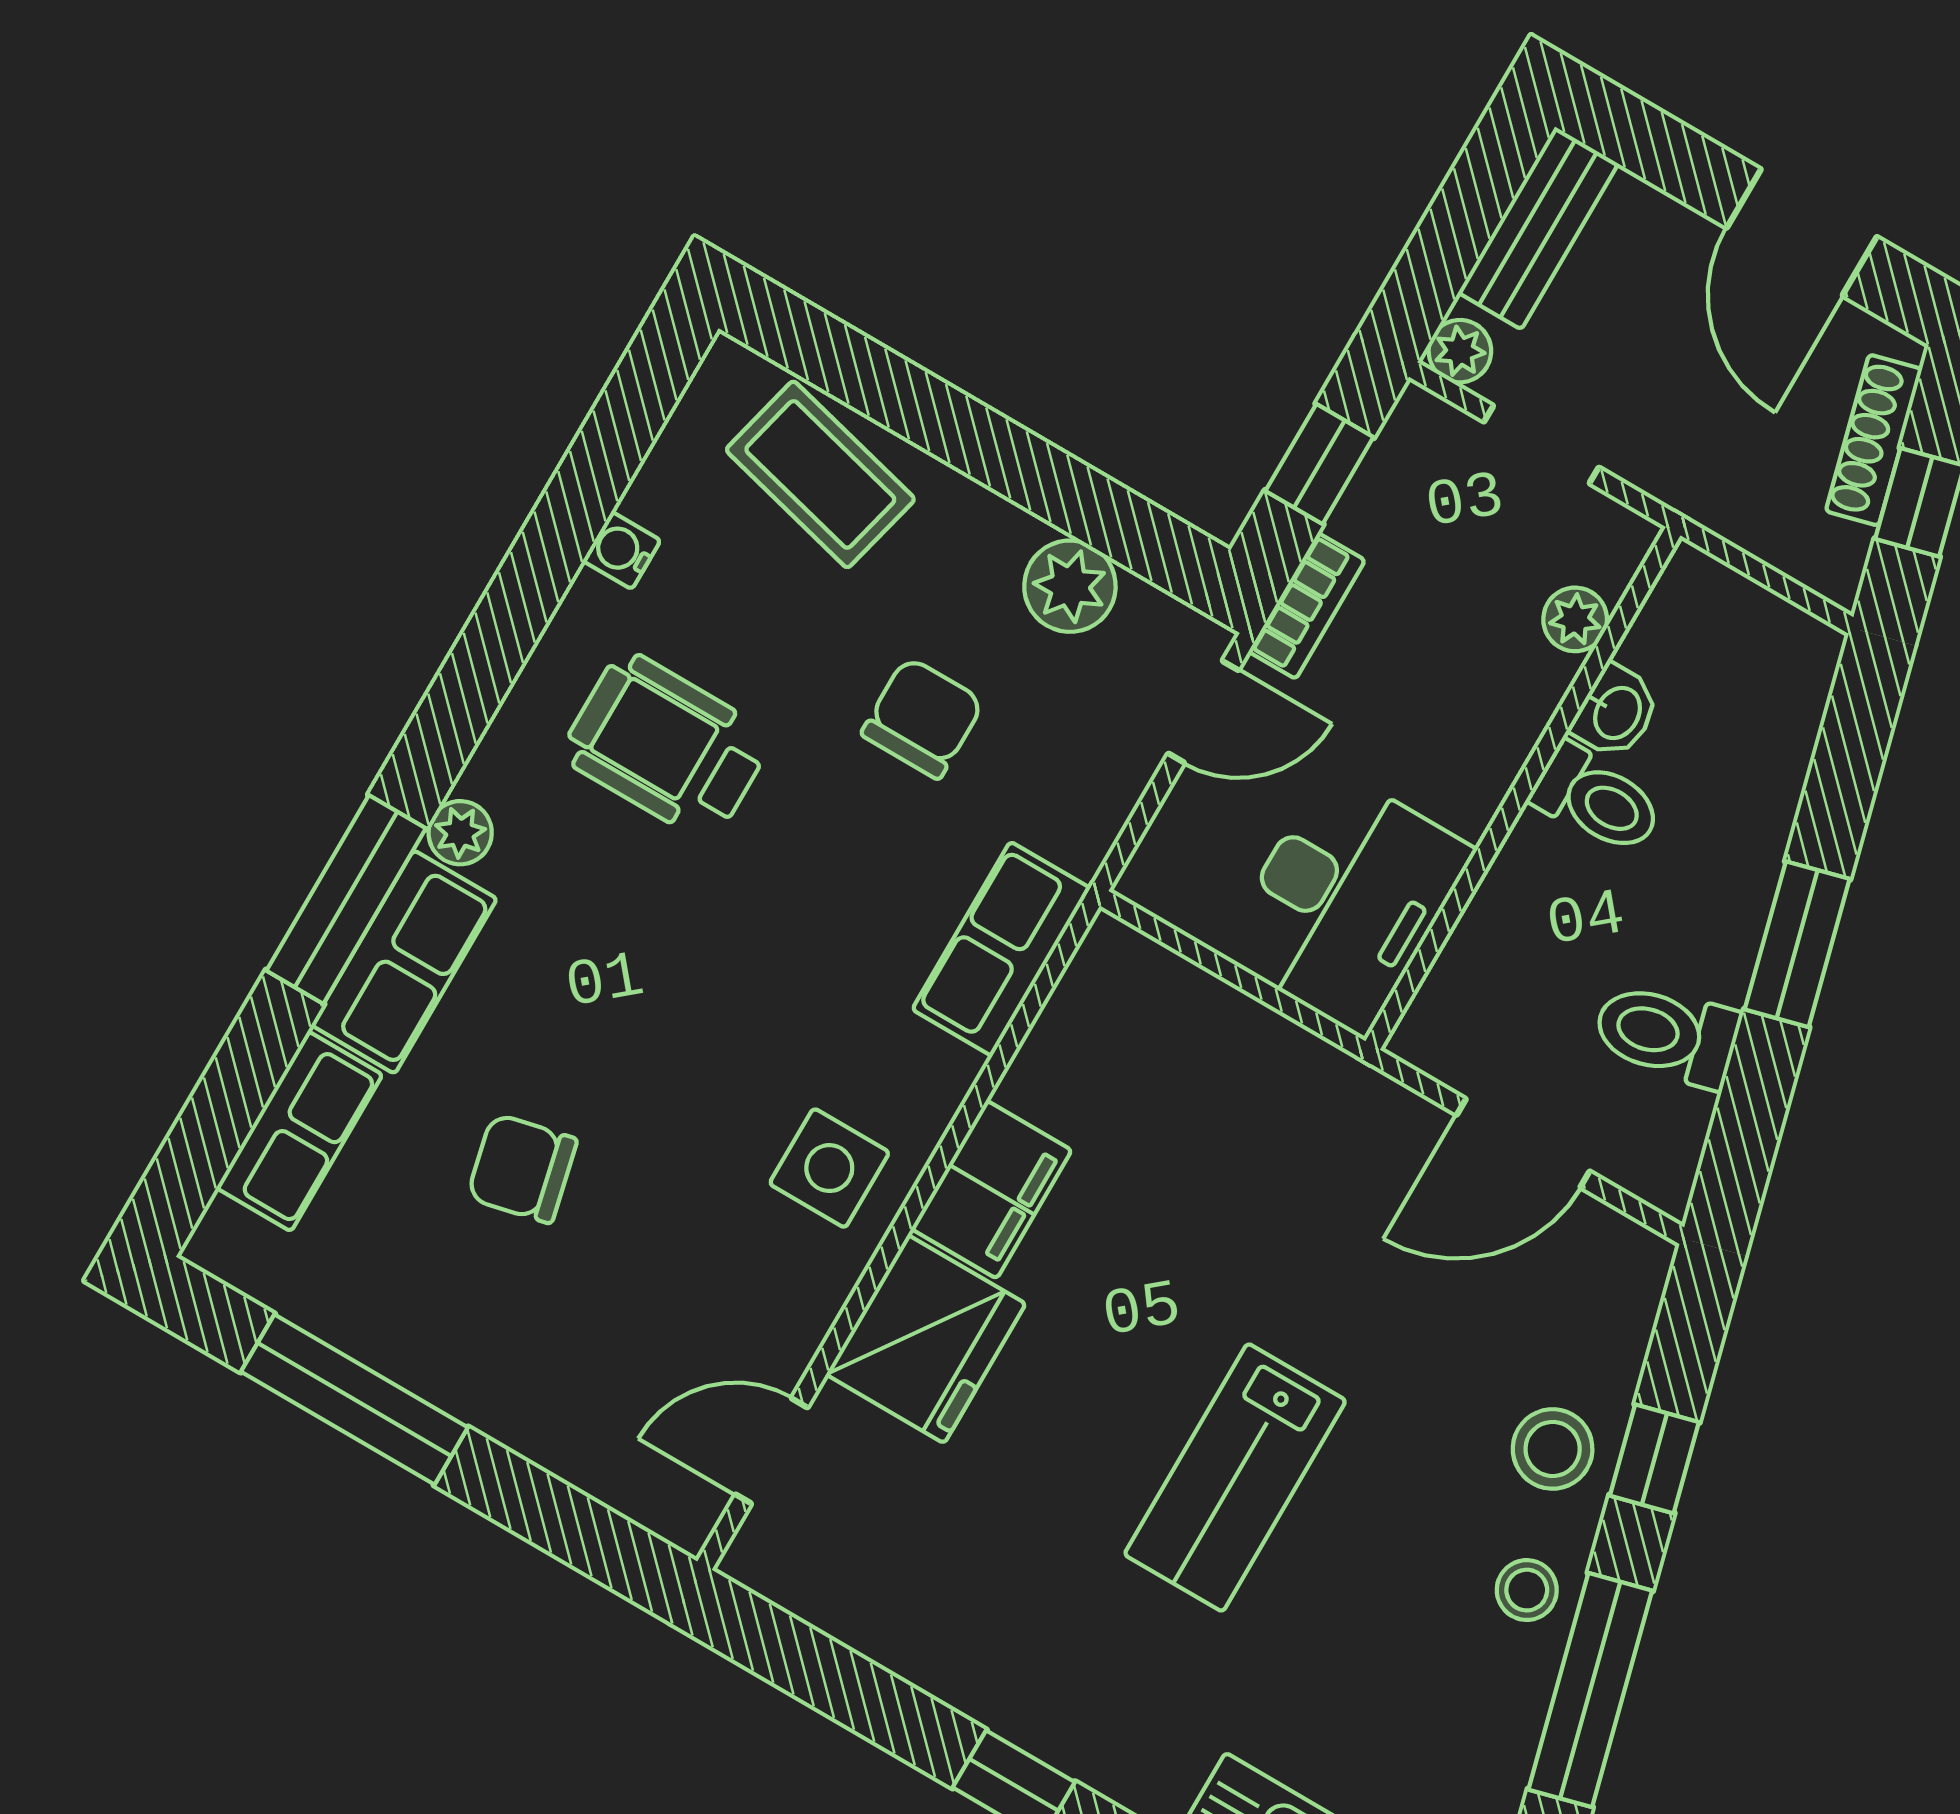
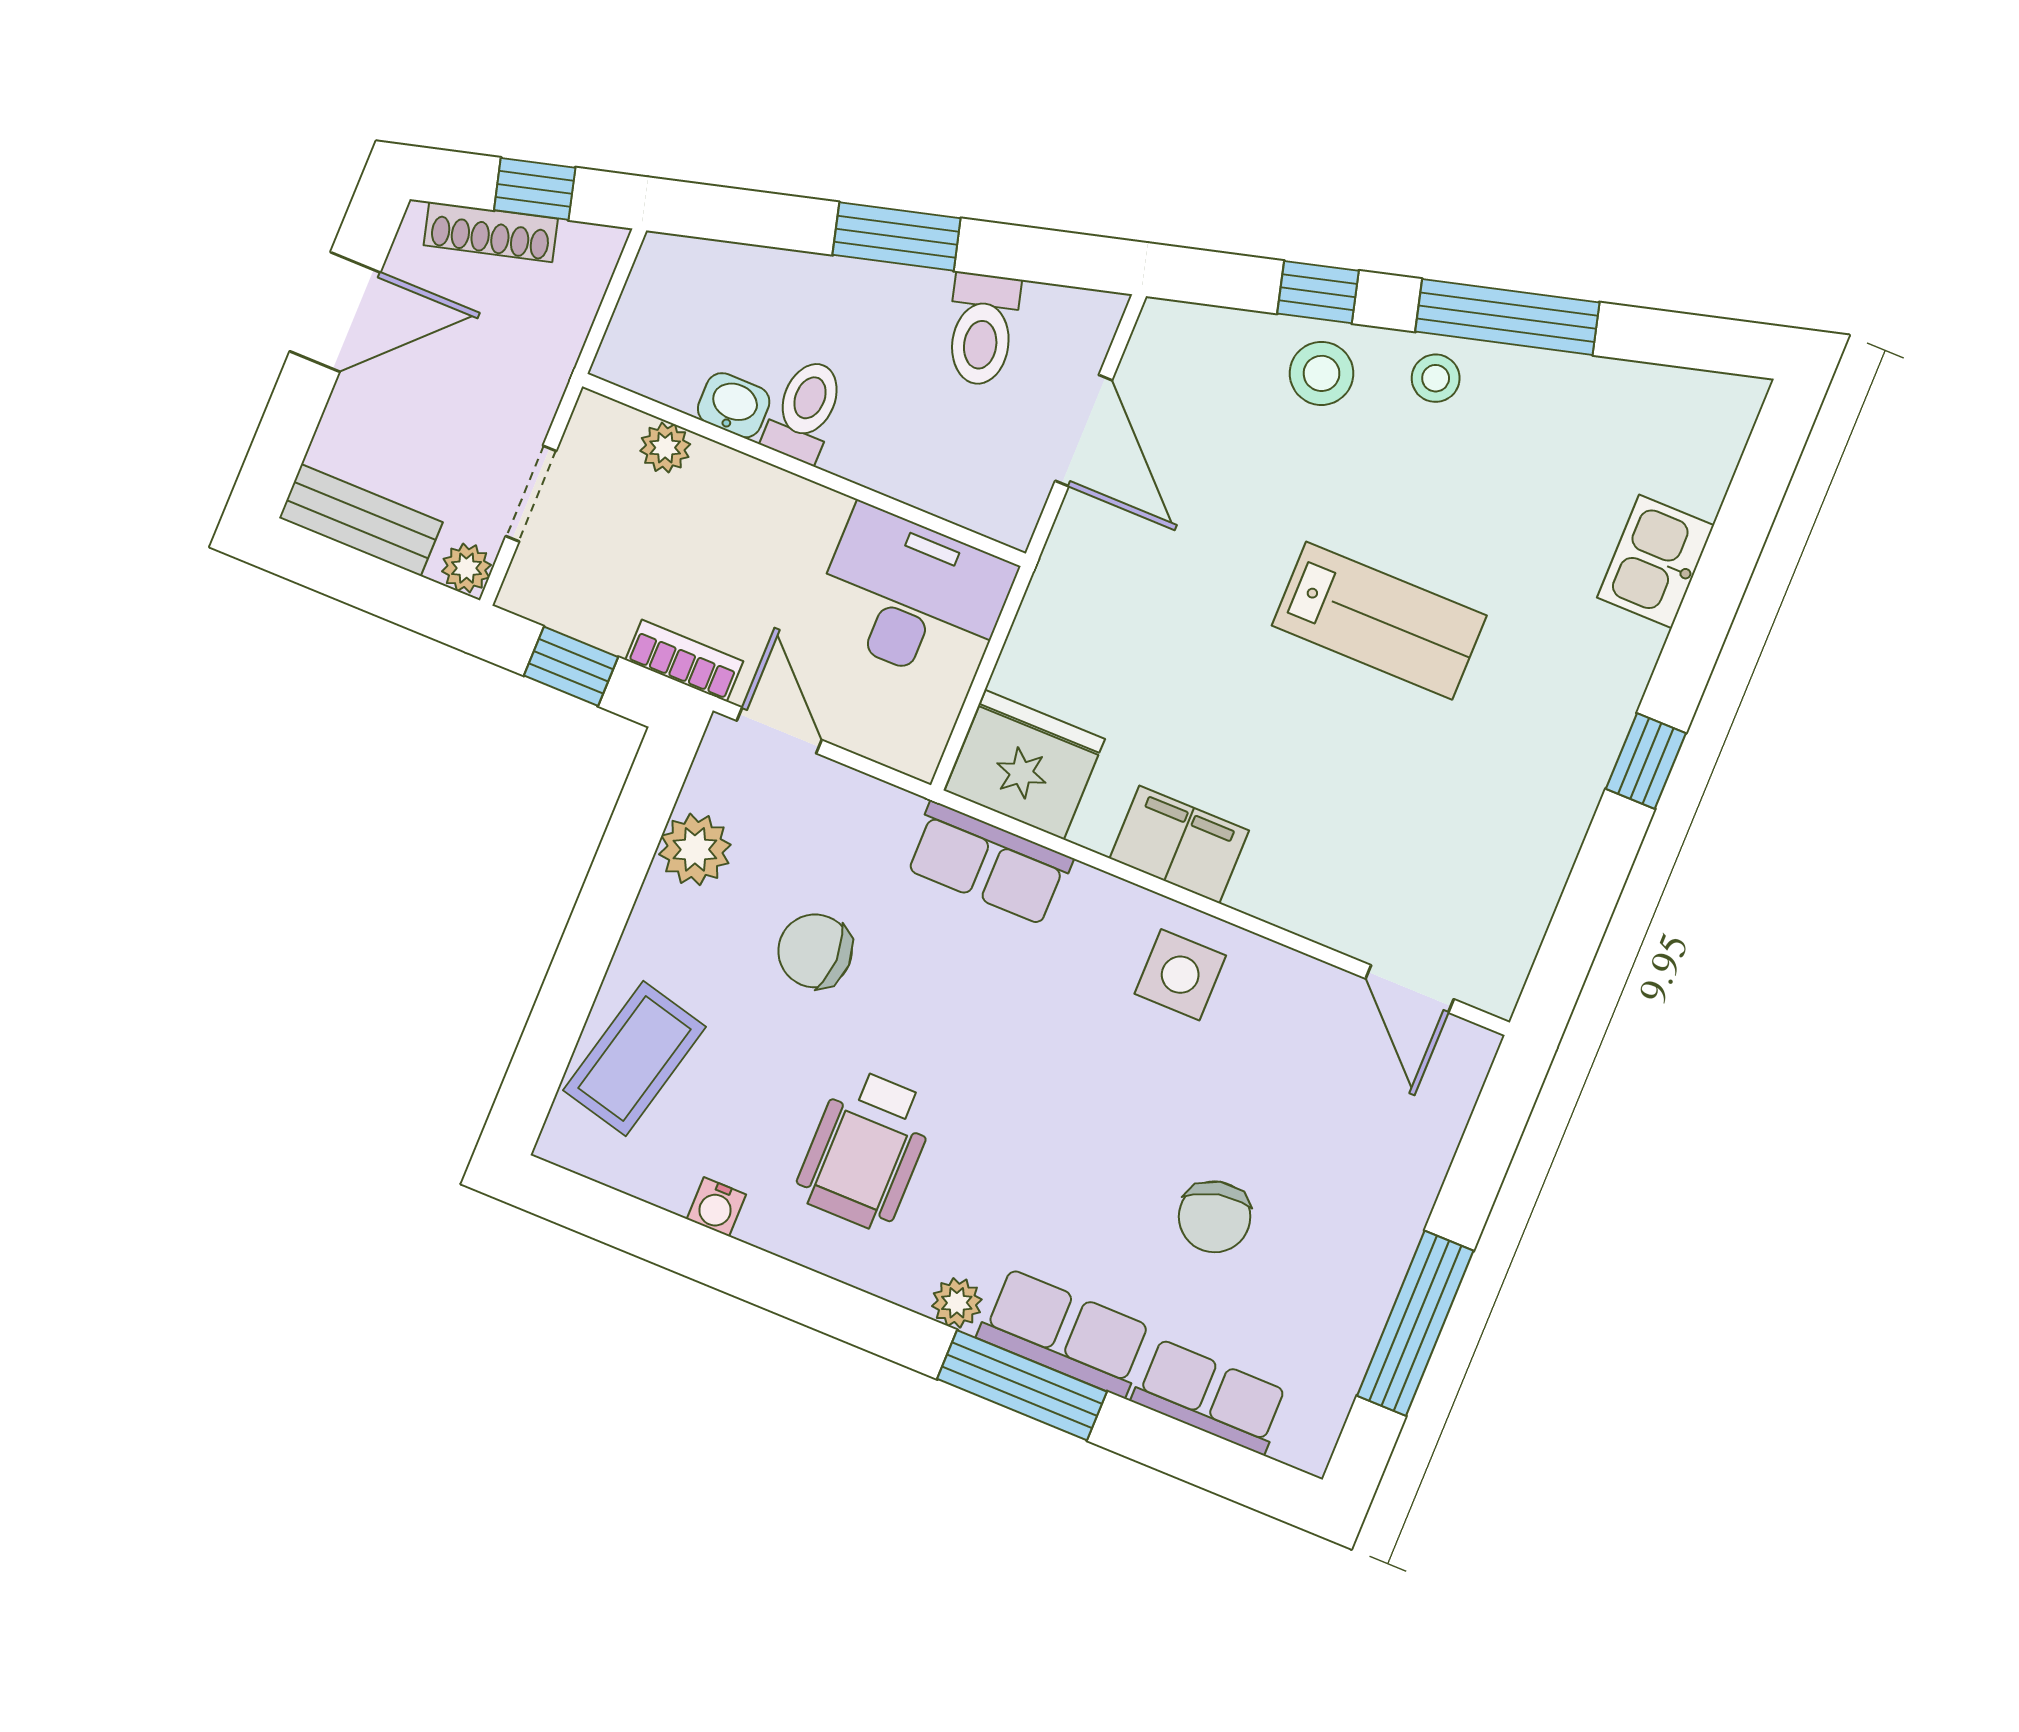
fridge: (926, 1339) -> (1025, 765), moved

